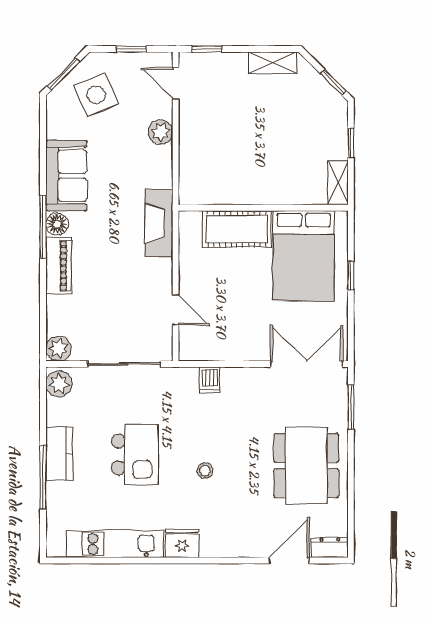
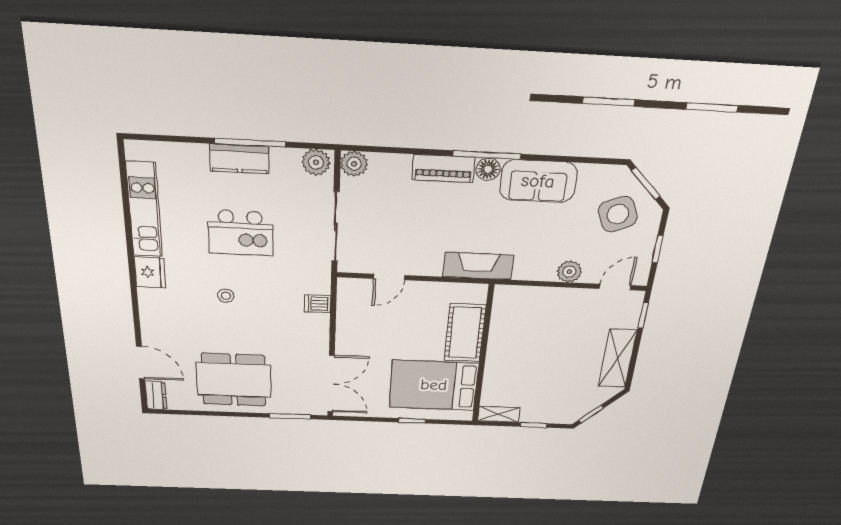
shelving: (272, 63) -> (618, 358), width x1.50, depth x1.33
window: (43, 477) -> (250, 143), moved

